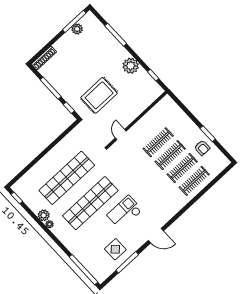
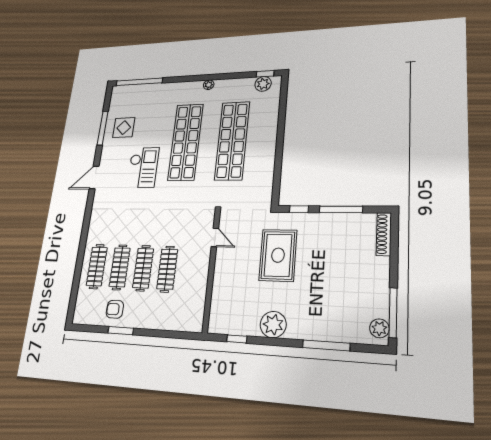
plant: (77, 29) -> (379, 328), moved
plant: (44, 215) -> (263, 84), moved

